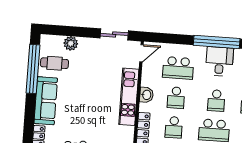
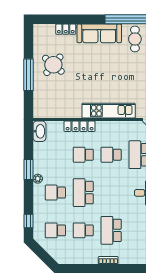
washbasin: (146, 95) -> (112, 127), removed
school desk: (216, 101) -> (111, 193), removed

